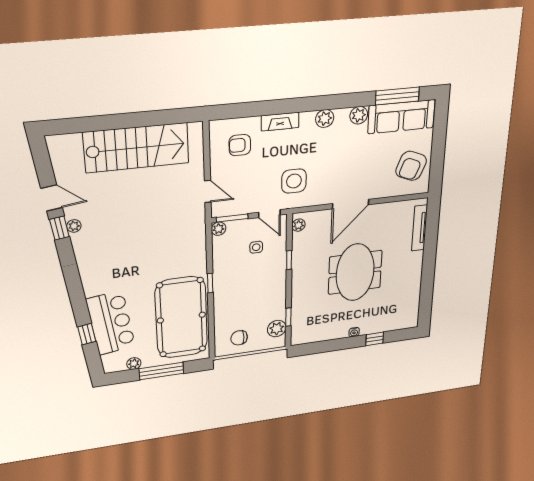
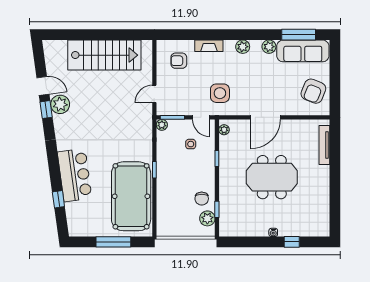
door: (208, 191) -> (154, 94), swing flipped
plant: (74, 226) -> (60, 104), width x1.88, depth x1.88
meeting table: (355, 272) -> (272, 177), turned 90
bar counter: (111, 323) -> (75, 175), moved
chair: (239, 338) -> (202, 199), moved, turned -90
plant: (134, 364) -> (92, 231), removed

